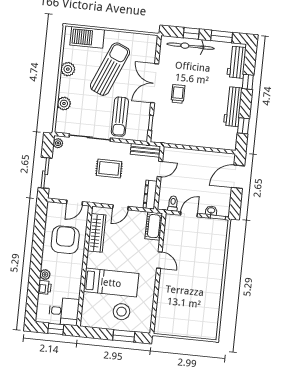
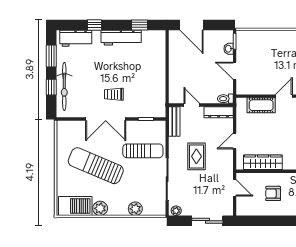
barbecue: (87, 37) -> (75, 206), moved, turned -90
toilet: (173, 203) -> (225, 99), moved
door: (120, 207) -> (235, 141), swing flipped
cot: (154, 226) -> (261, 105), moved
armchair: (65, 240) -> (273, 193), width x0.53, depth x0.53

